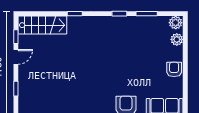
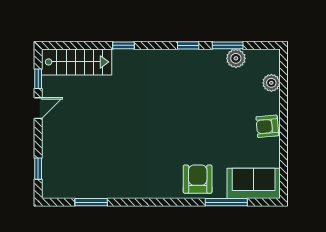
plant: (176, 23) -> (236, 58), moved
armchair: (174, 69) -> (267, 126), turned -95
window: (16, 89) -> (38, 169), moved

